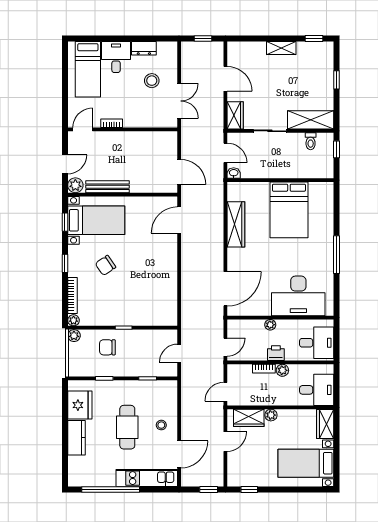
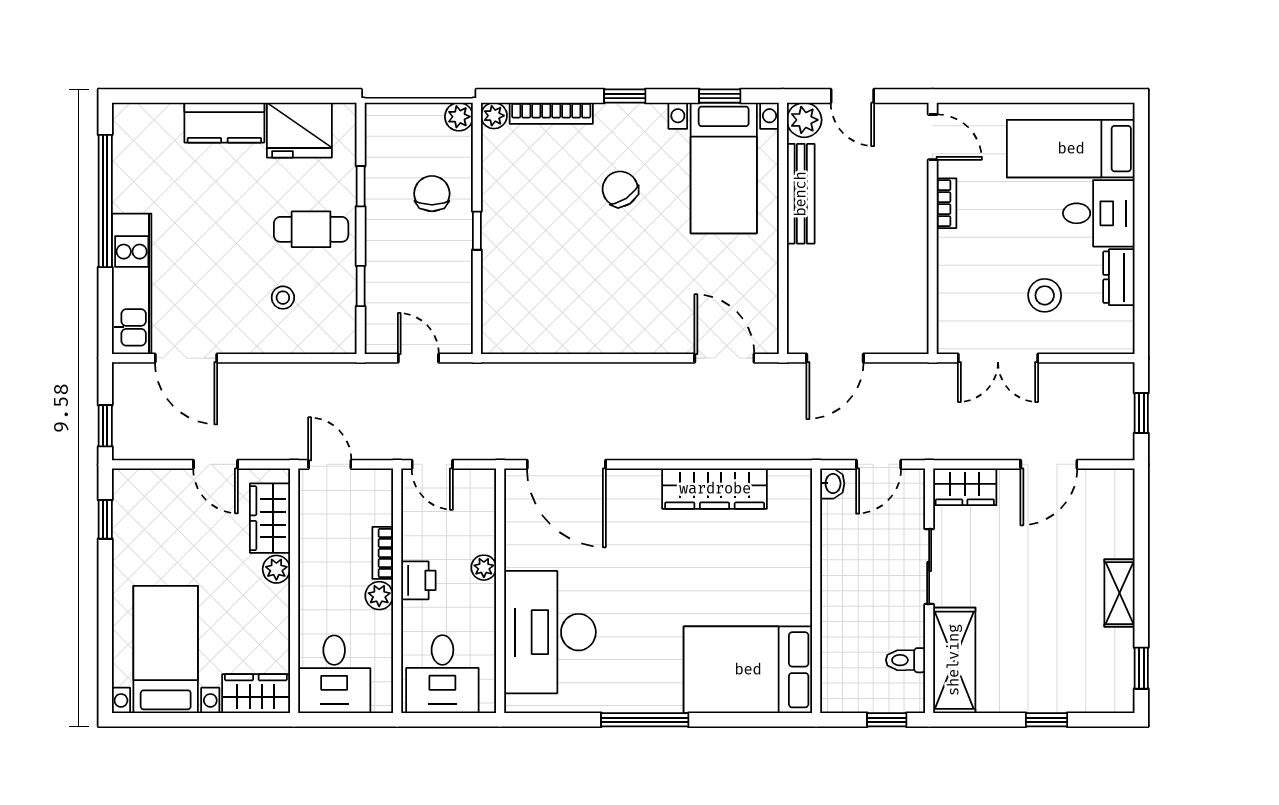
bed: (289, 210) -> (748, 670), moved
stool: (161, 425) -> (283, 298), moved
cafe table: (127, 427) -> (311, 229), moved, width x0.73, depth x0.74

